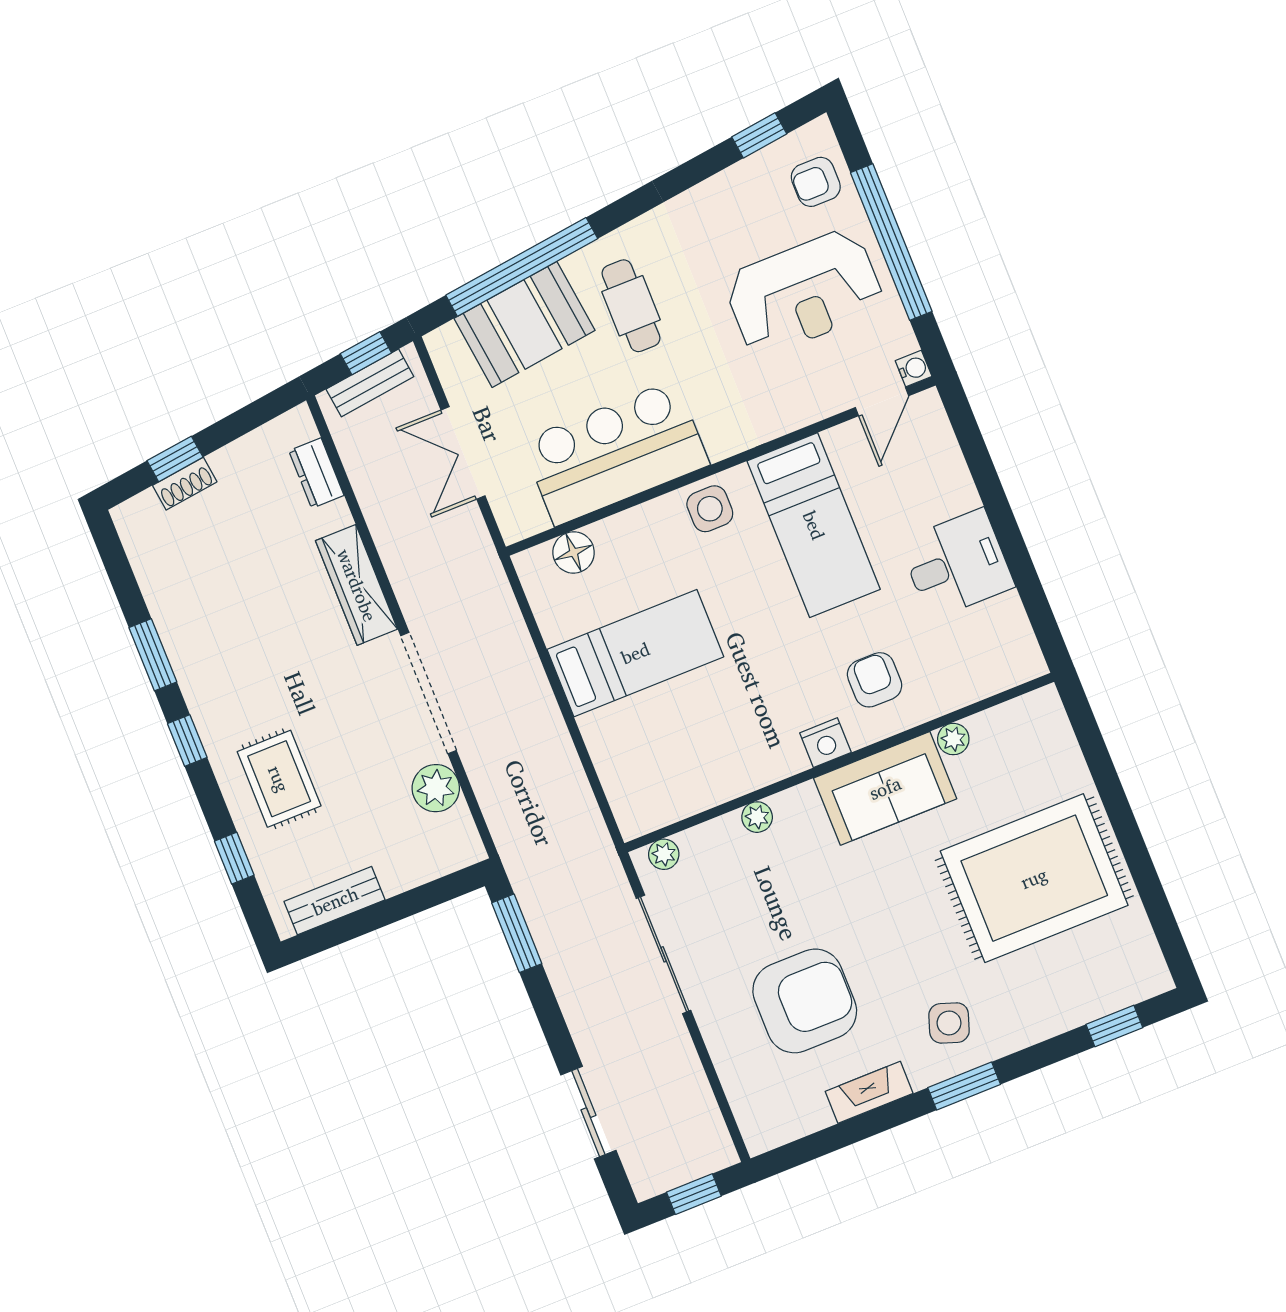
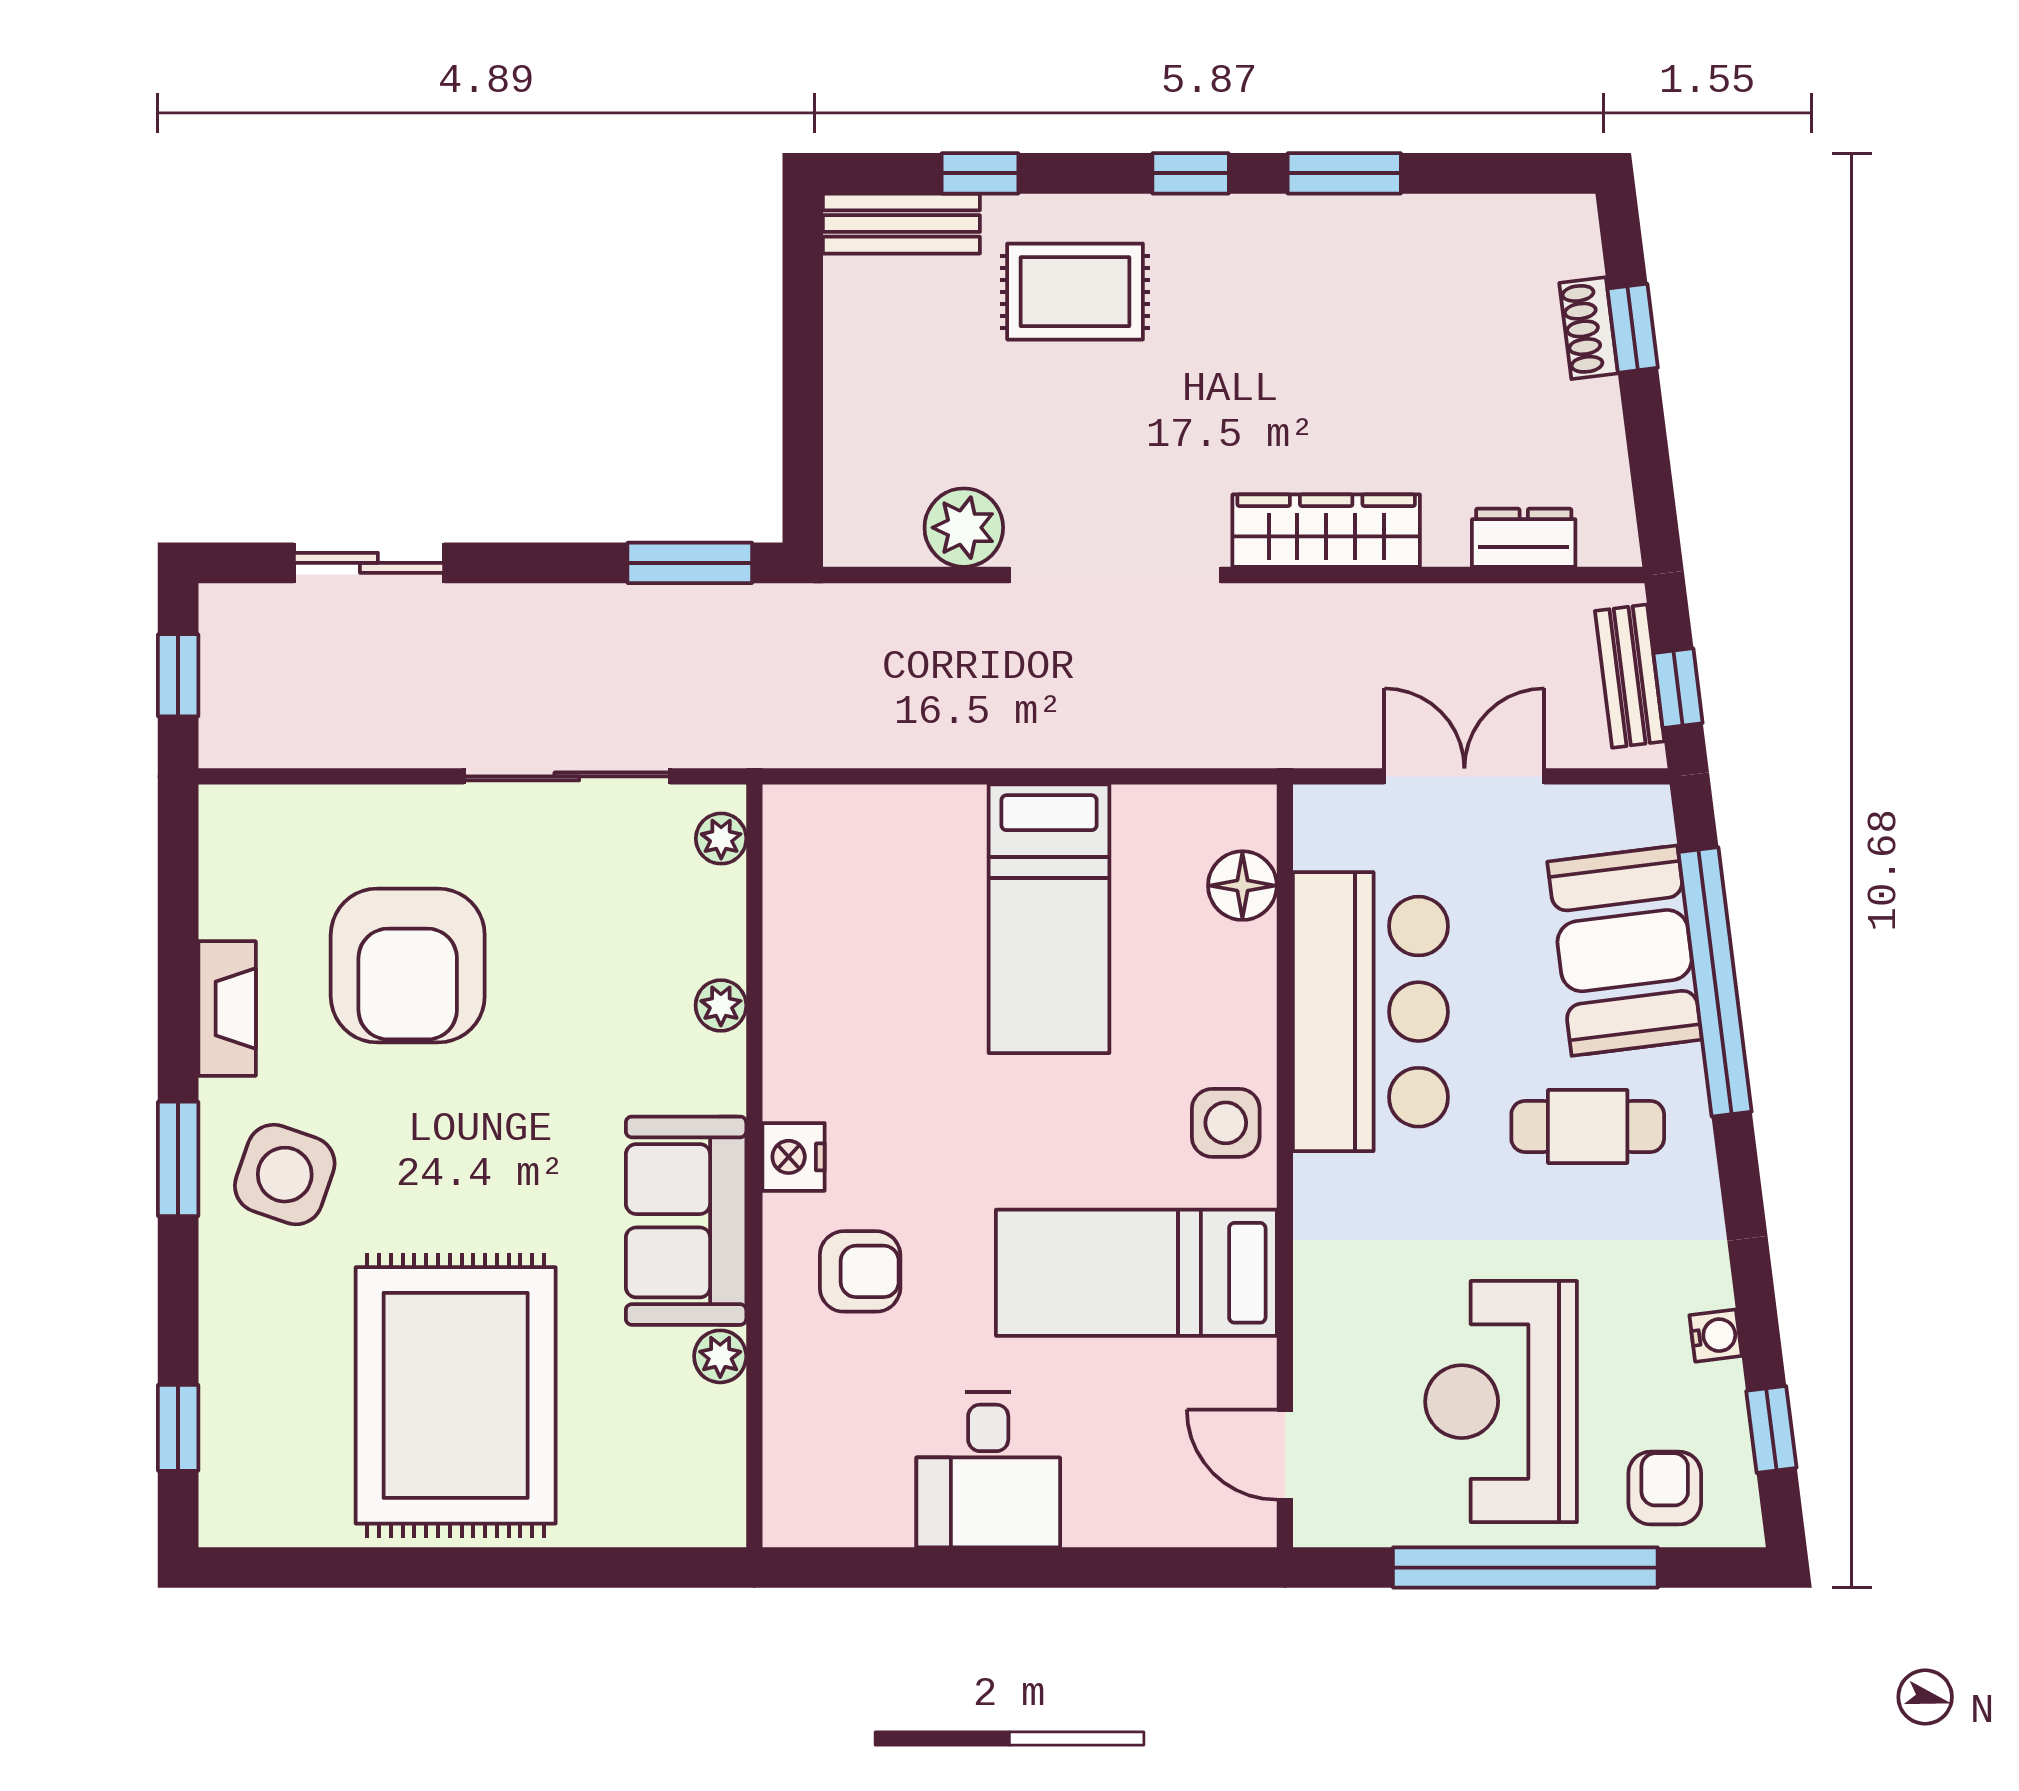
water cooler: (914, 368) -> (1716, 1336), moved, turned -97
bench: (335, 901) -> (901, 224), moved, turned 90
side table: (949, 1023) -> (285, 1175), width x1.37, depth x1.37

